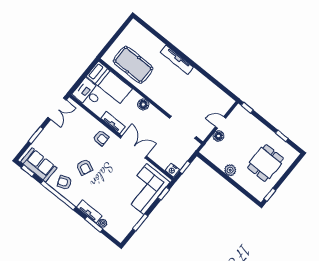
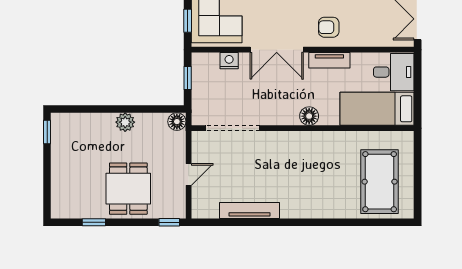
tv unit: (177, 60) -> (249, 210), moved
pool table: (133, 65) -> (380, 182), moved, turned 90
floor lamp: (218, 136) -> (177, 122), moved
dining table: (265, 163) -> (128, 189), moved
nightstand: (172, 170) -> (229, 61), moved

